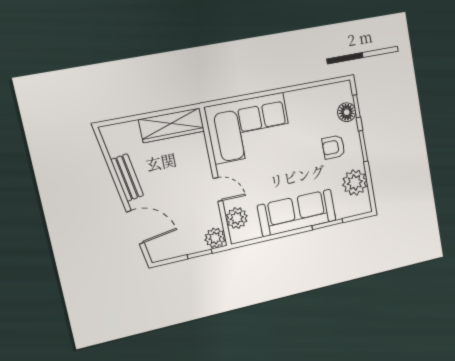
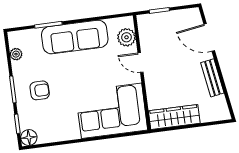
floor lamp: (347, 112) -> (29, 137), moved
plant: (355, 183) -> (16, 54), width x0.53, depth x0.53
plant: (215, 238) -> (146, 22), removed

